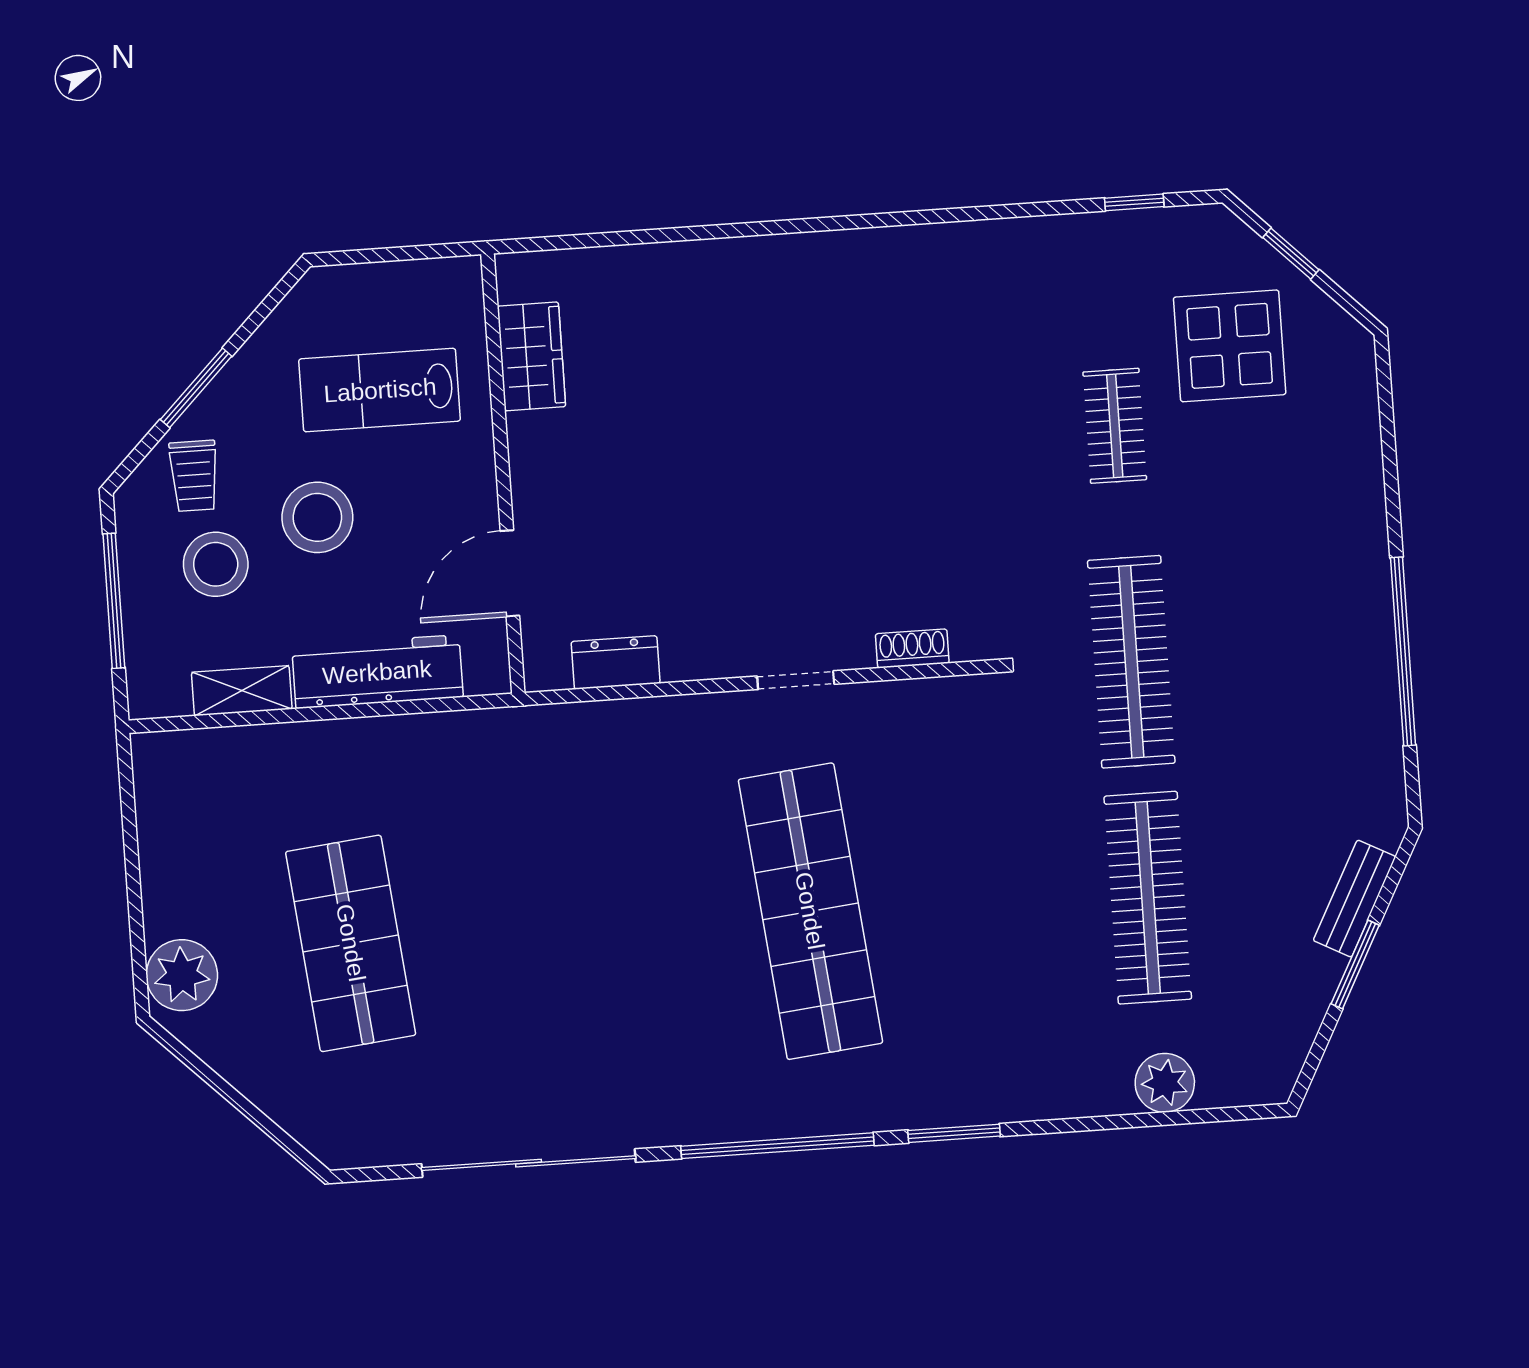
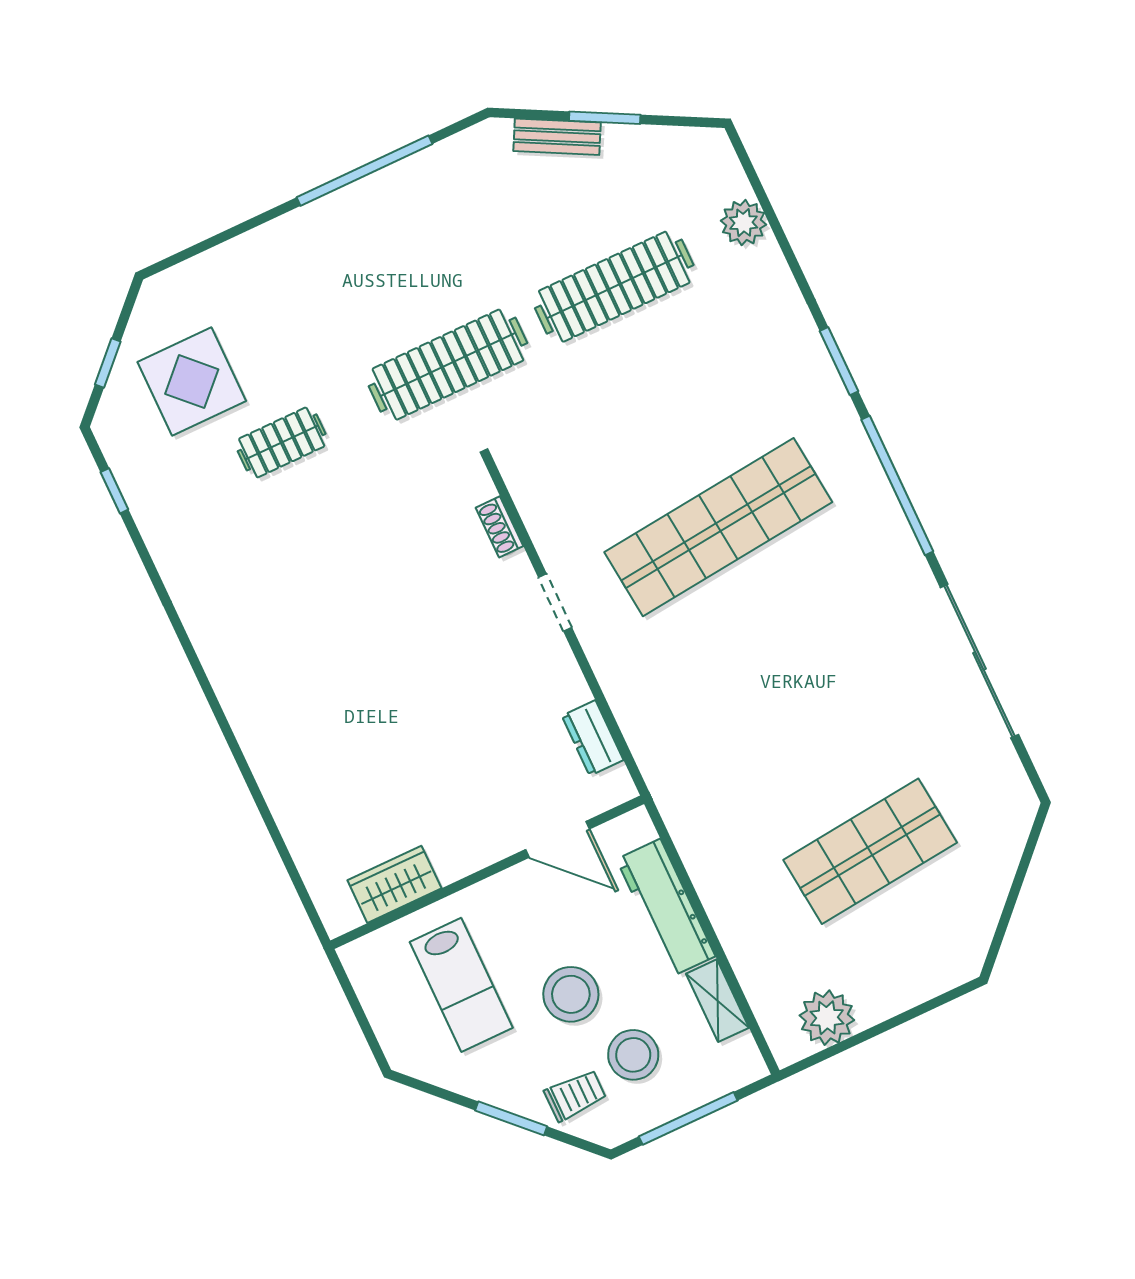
plant: (182, 975) -> (827, 1018), moved

